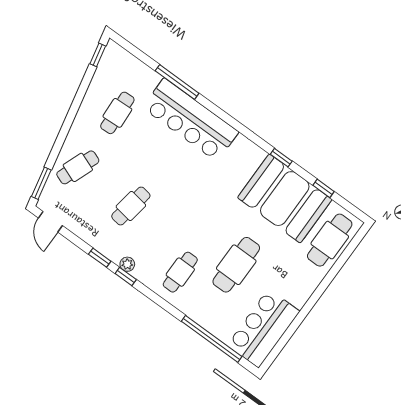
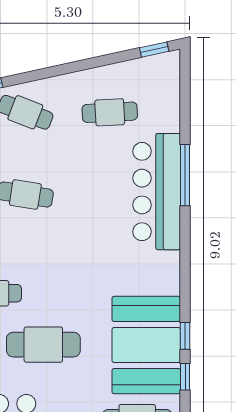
window: (177, 82) -> (185, 175), moved
window: (281, 158) -> (185, 336), moved

